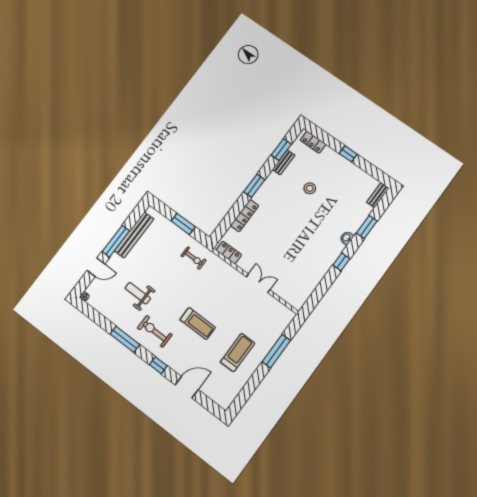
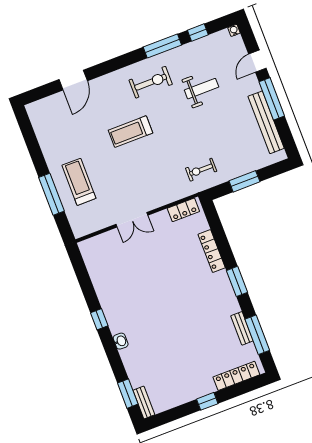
locker: (313, 142) -> (236, 376), width x1.53
window: (281, 150) -> (257, 335), width x1.44
stool: (310, 188) -> (197, 337), removed
window: (367, 227) -> (128, 394), moved
treadmill: (238, 353) -> (79, 182), moved, turned 180
window: (158, 365) -> (198, 32), moved

